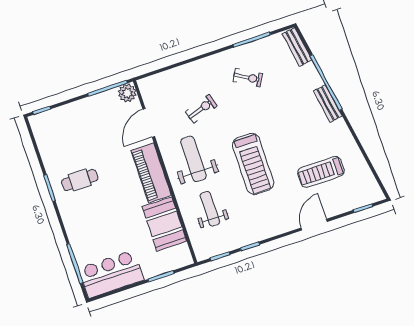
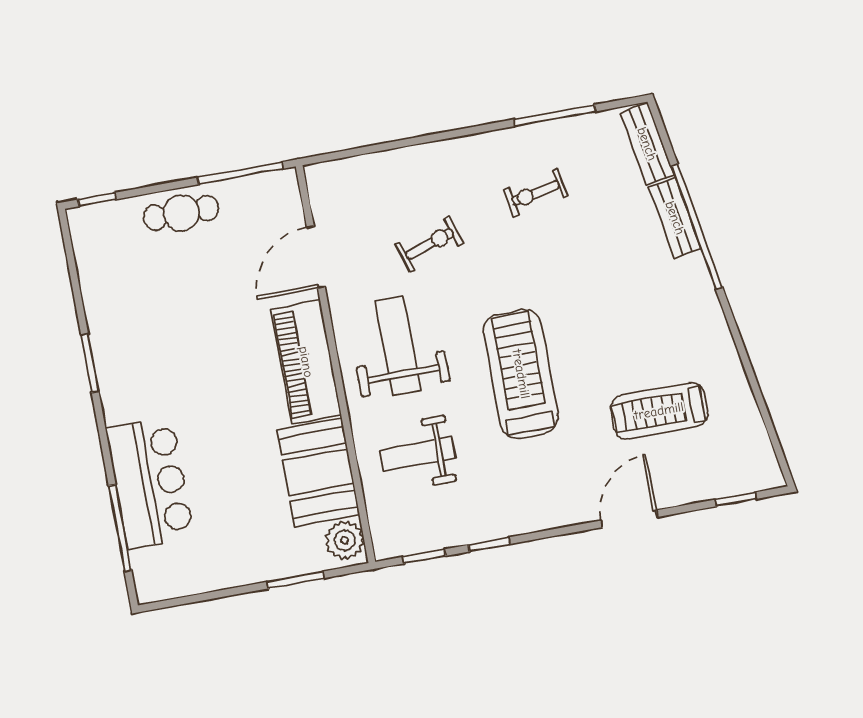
exercise bike: (248, 78) -> (536, 193), turned 139
plant: (127, 93) -> (345, 540), moved
bench: (328, 104) -> (675, 218), moved
treadmill: (253, 164) -> (521, 374), turned 180
cafe table: (80, 180) -> (181, 213), moved
weight bench: (210, 209) -> (417, 454), turned -90
bar counter: (111, 274) -> (150, 483), moved, turned 90

